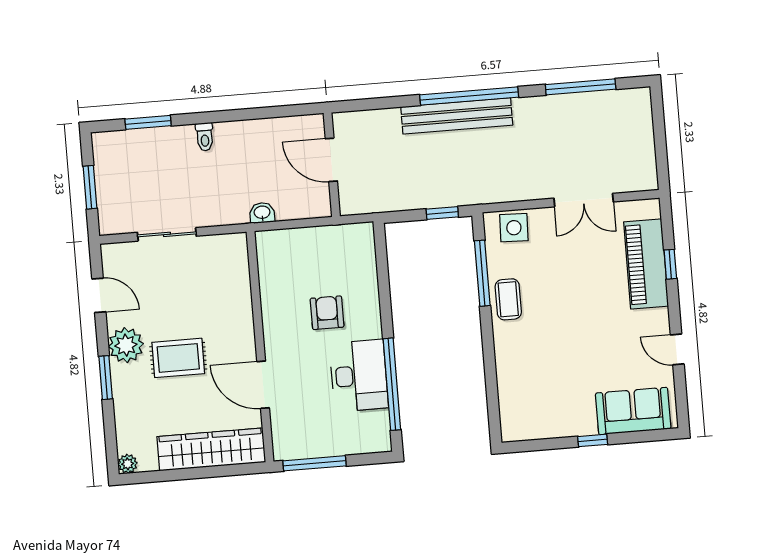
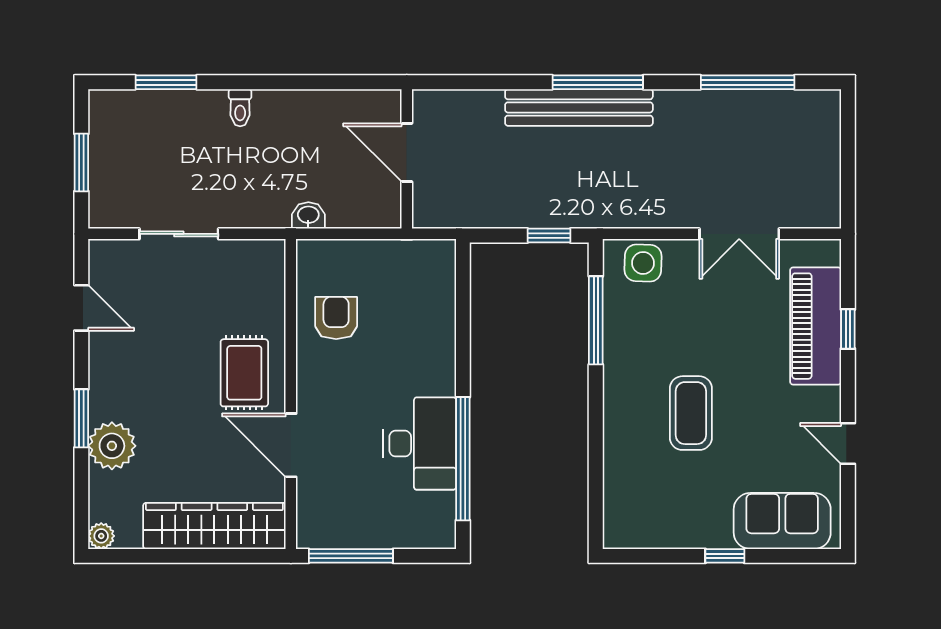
window: (469, 96) -> (598, 82), width x0.68
coffee table: (508, 299) -> (691, 413), moved, width x1.36, depth x1.30
armchair: (327, 313) -> (336, 318), moved
plant: (126, 345) -> (112, 446), moved
rug: (178, 358) -> (244, 373), moved, turned 90

